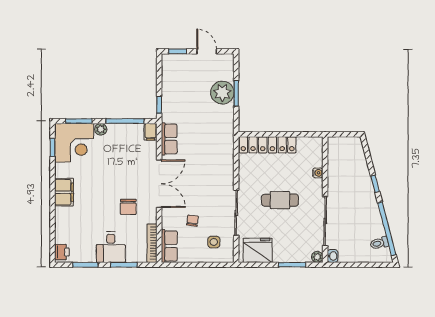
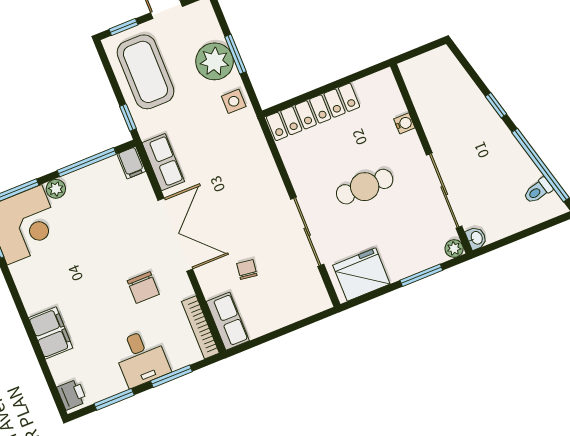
coffee table: (180, 82) -> (145, 72), added
filing cabinet: (64, 192) -> (51, 333), moved
side table: (214, 242) -> (234, 101), moved

